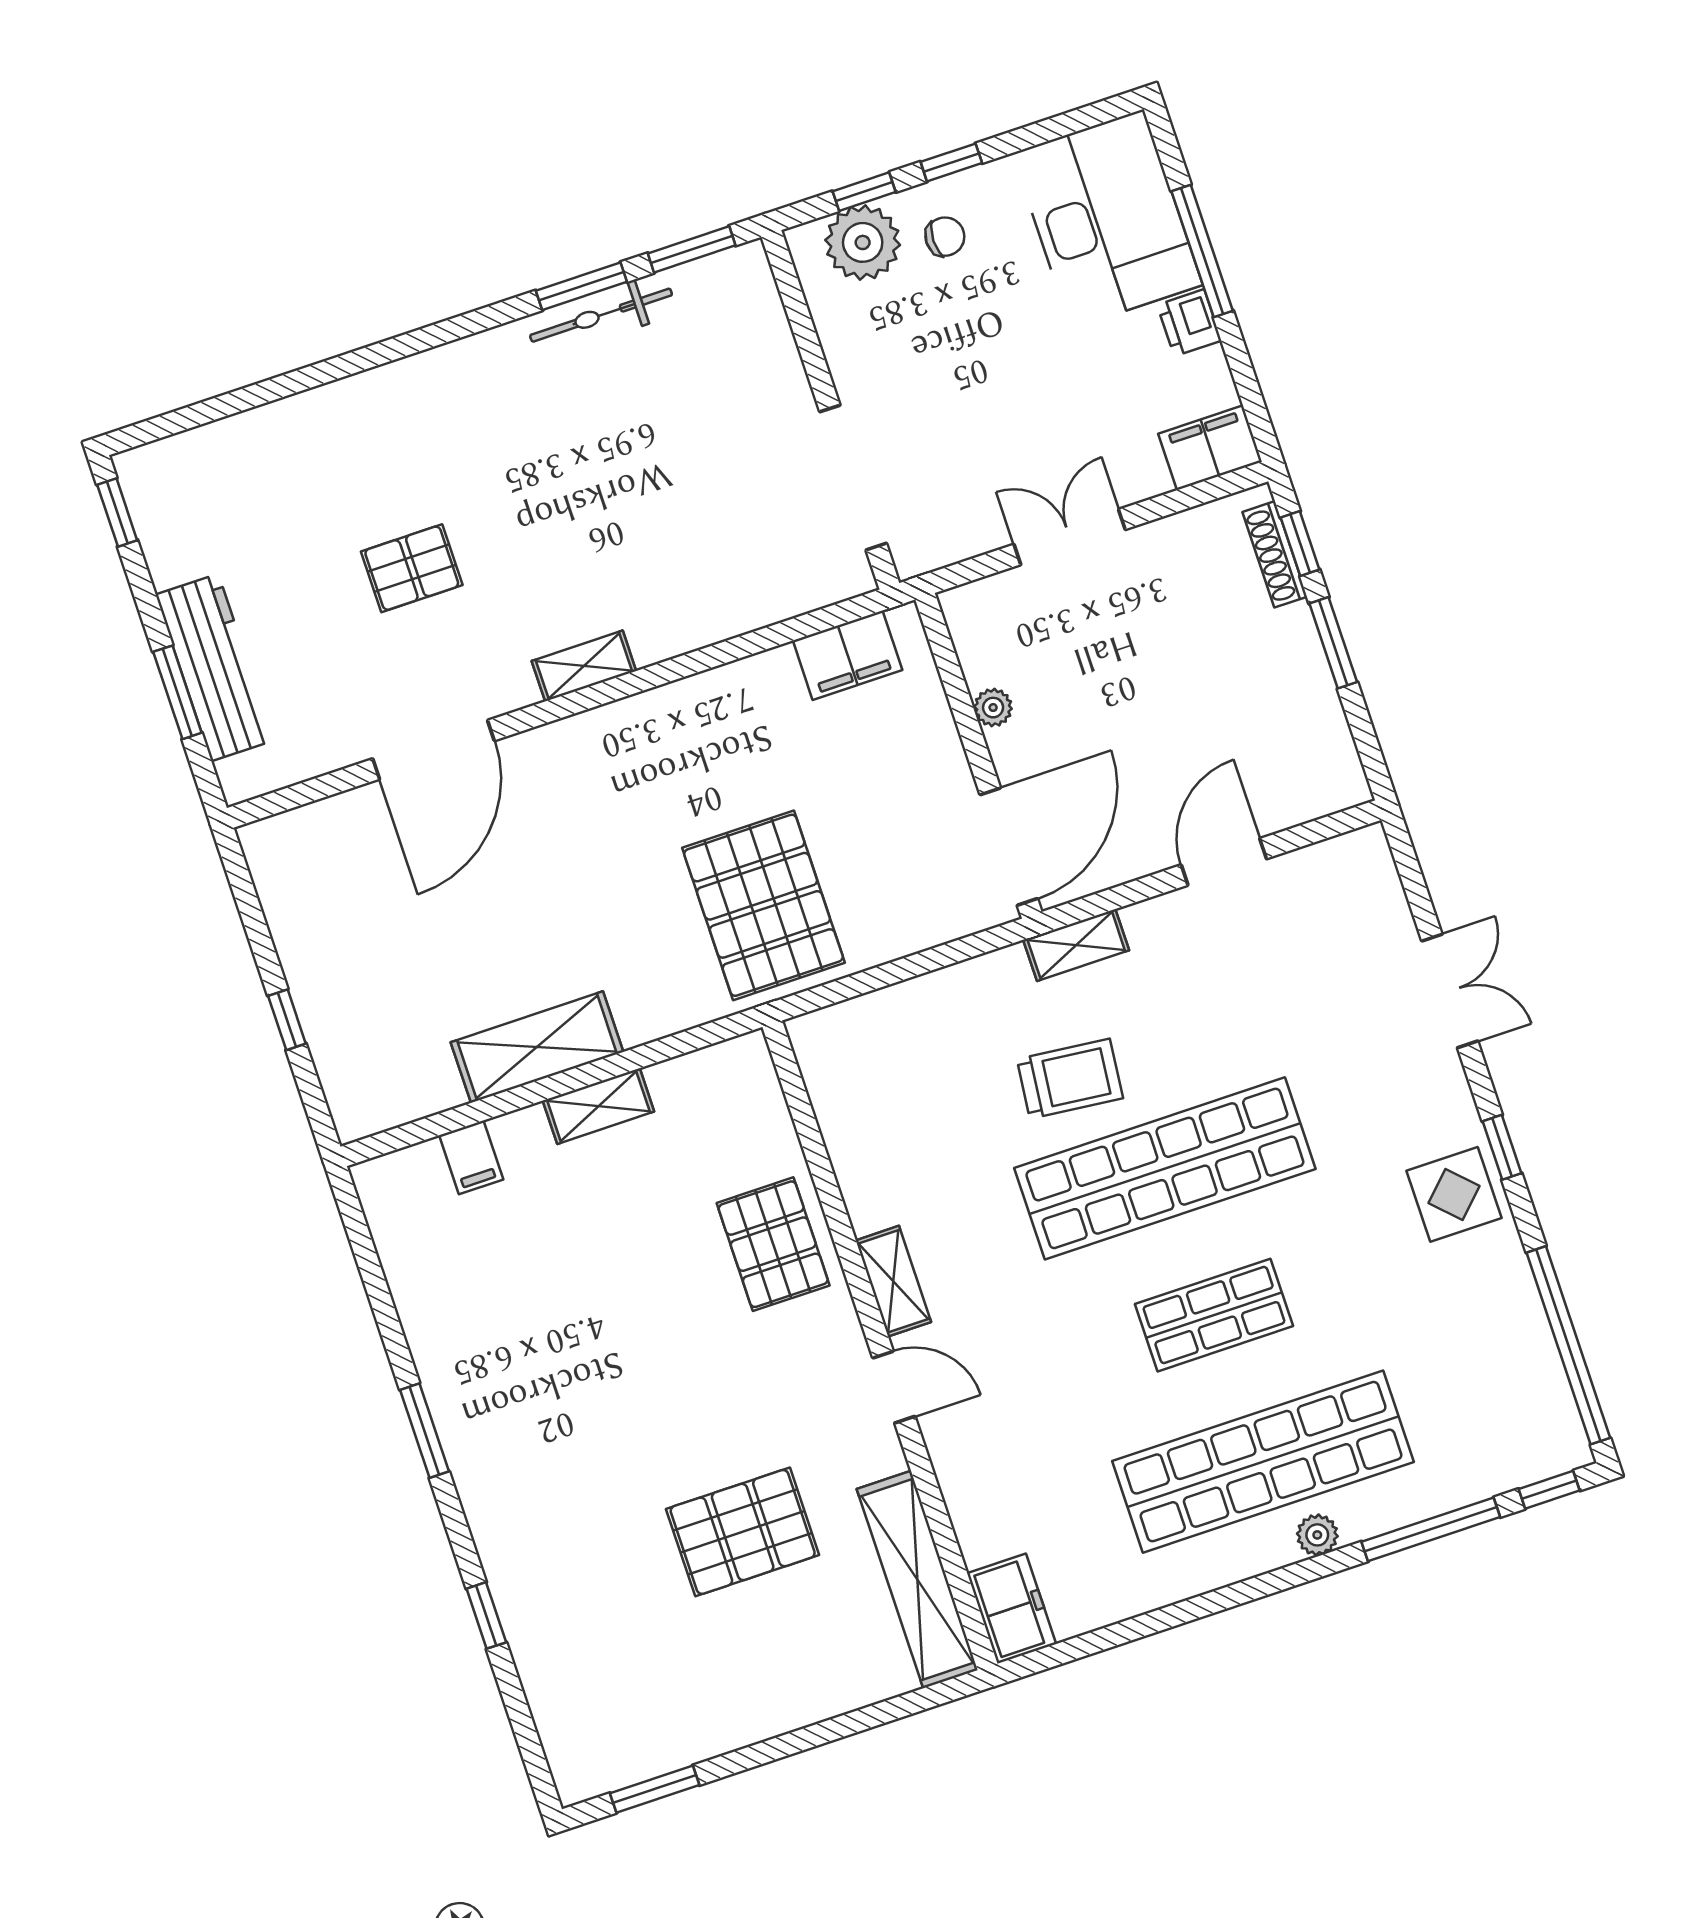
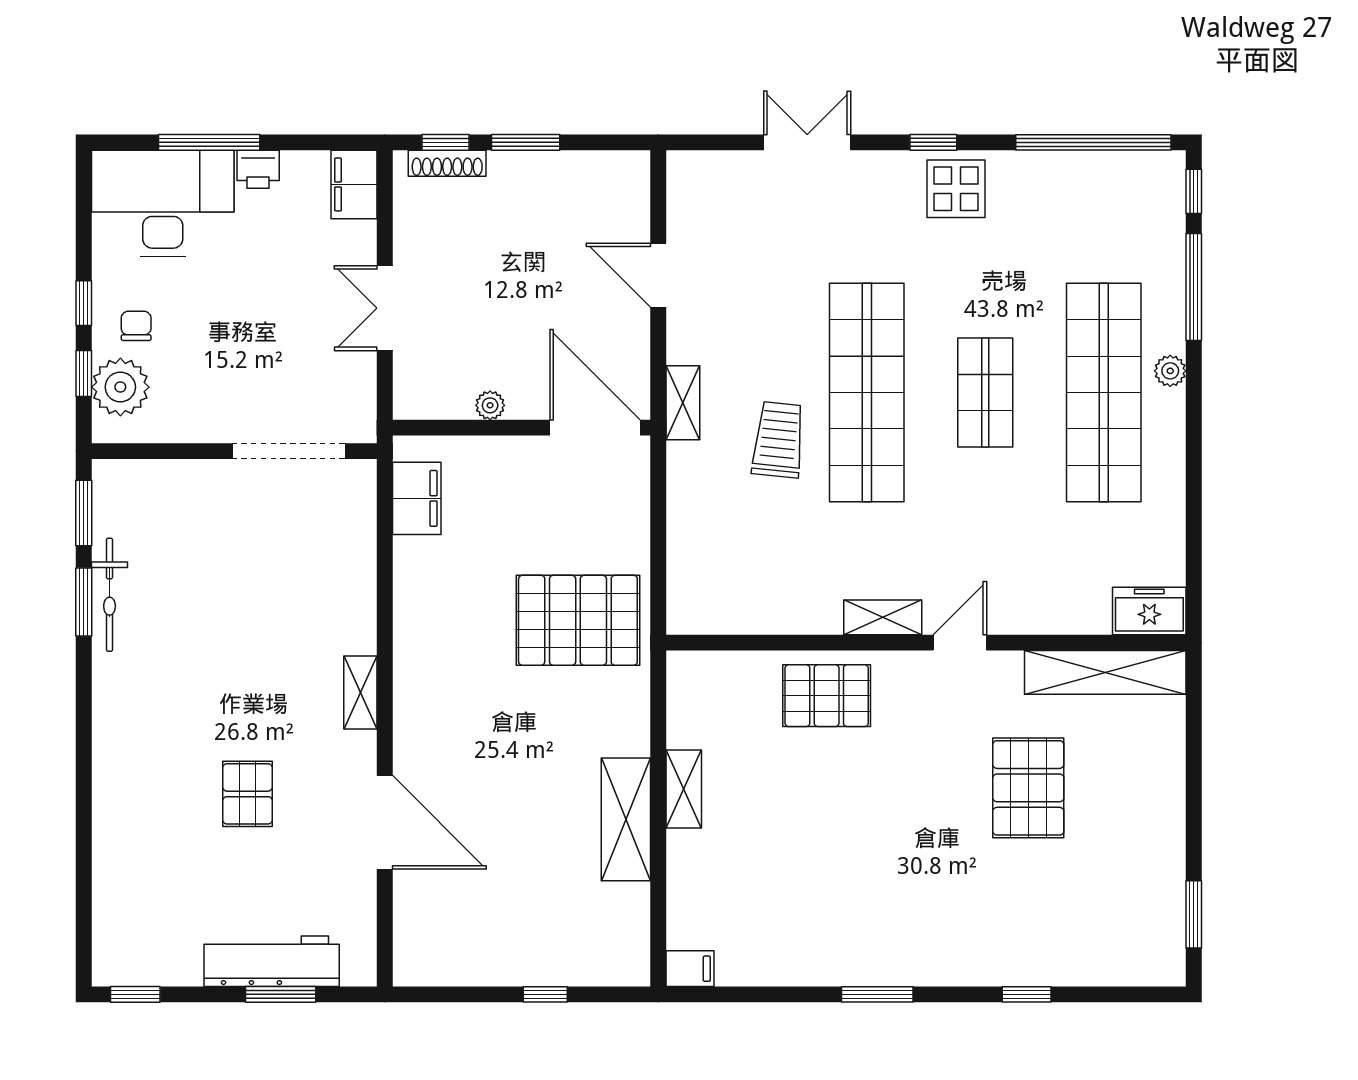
filing cabinet: (471, 1157) -> (690, 969), moved

